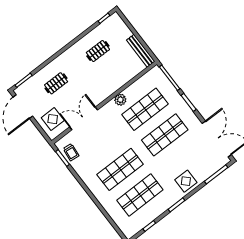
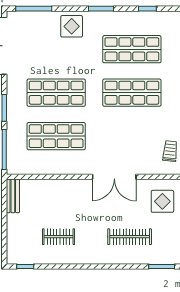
bench: (141, 51) -> (13, 196), width x0.73
clothes rail: (56, 83) -> (130, 237), width x1.36
plant: (120, 100) -> (75, 167), removed
double door: (84, 118) -> (114, 177), moved

